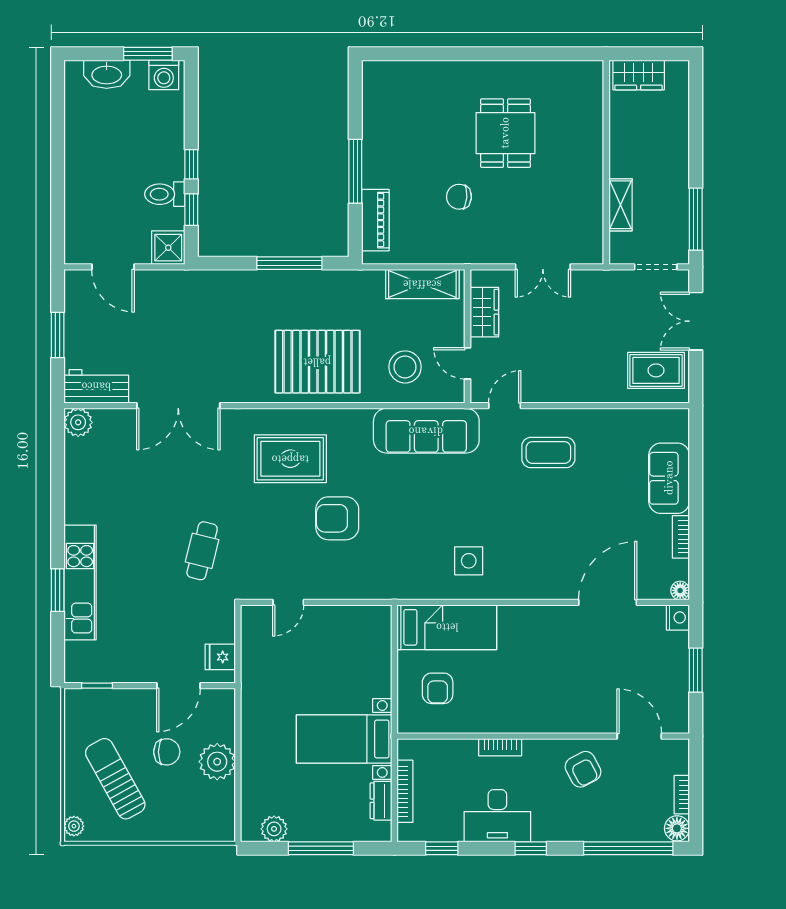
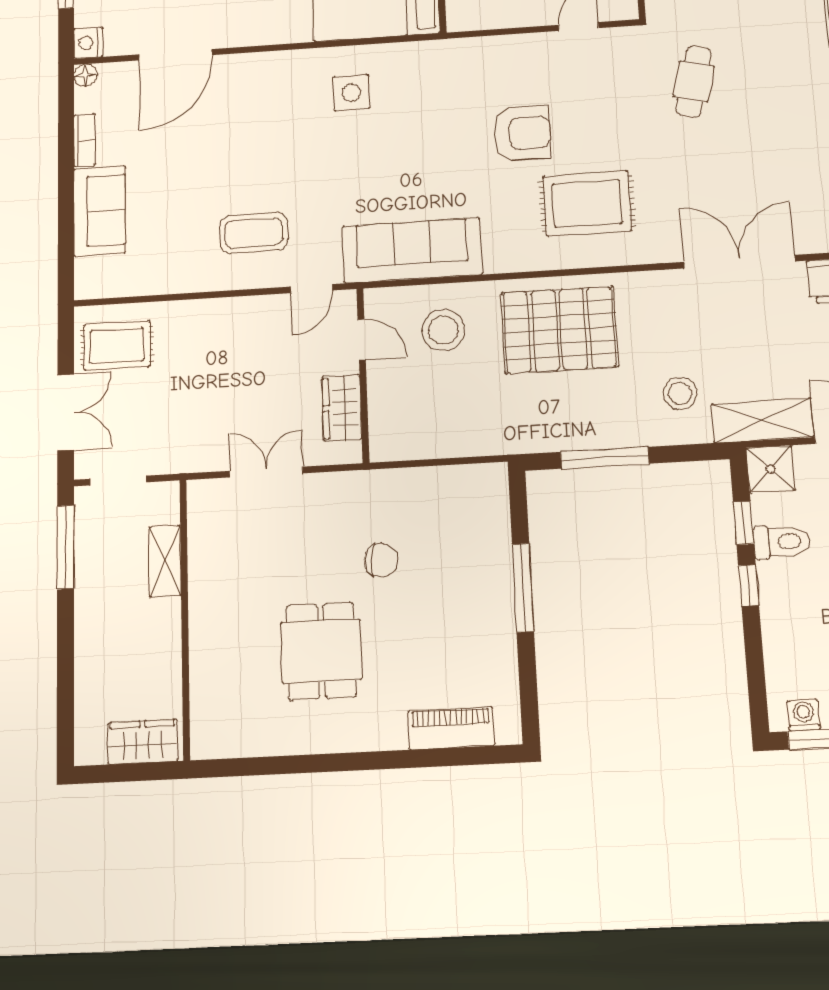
washing machine: (164, 75) -> (804, 715), width x0.73, depth x0.73
piano: (375, 220) -> (451, 728), moved, turned 90
shelving: (422, 284) -> (762, 420), moved
stool: (231, 308) -> (680, 394), added

